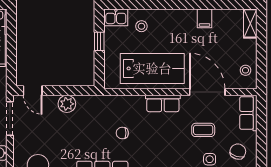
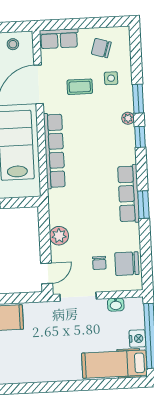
row of seats: (163, 103) -> (54, 151), width x2.02
coffee table: (203, 130) -> (80, 87), turned 90
chair: (122, 133) -> (99, 263), moved

